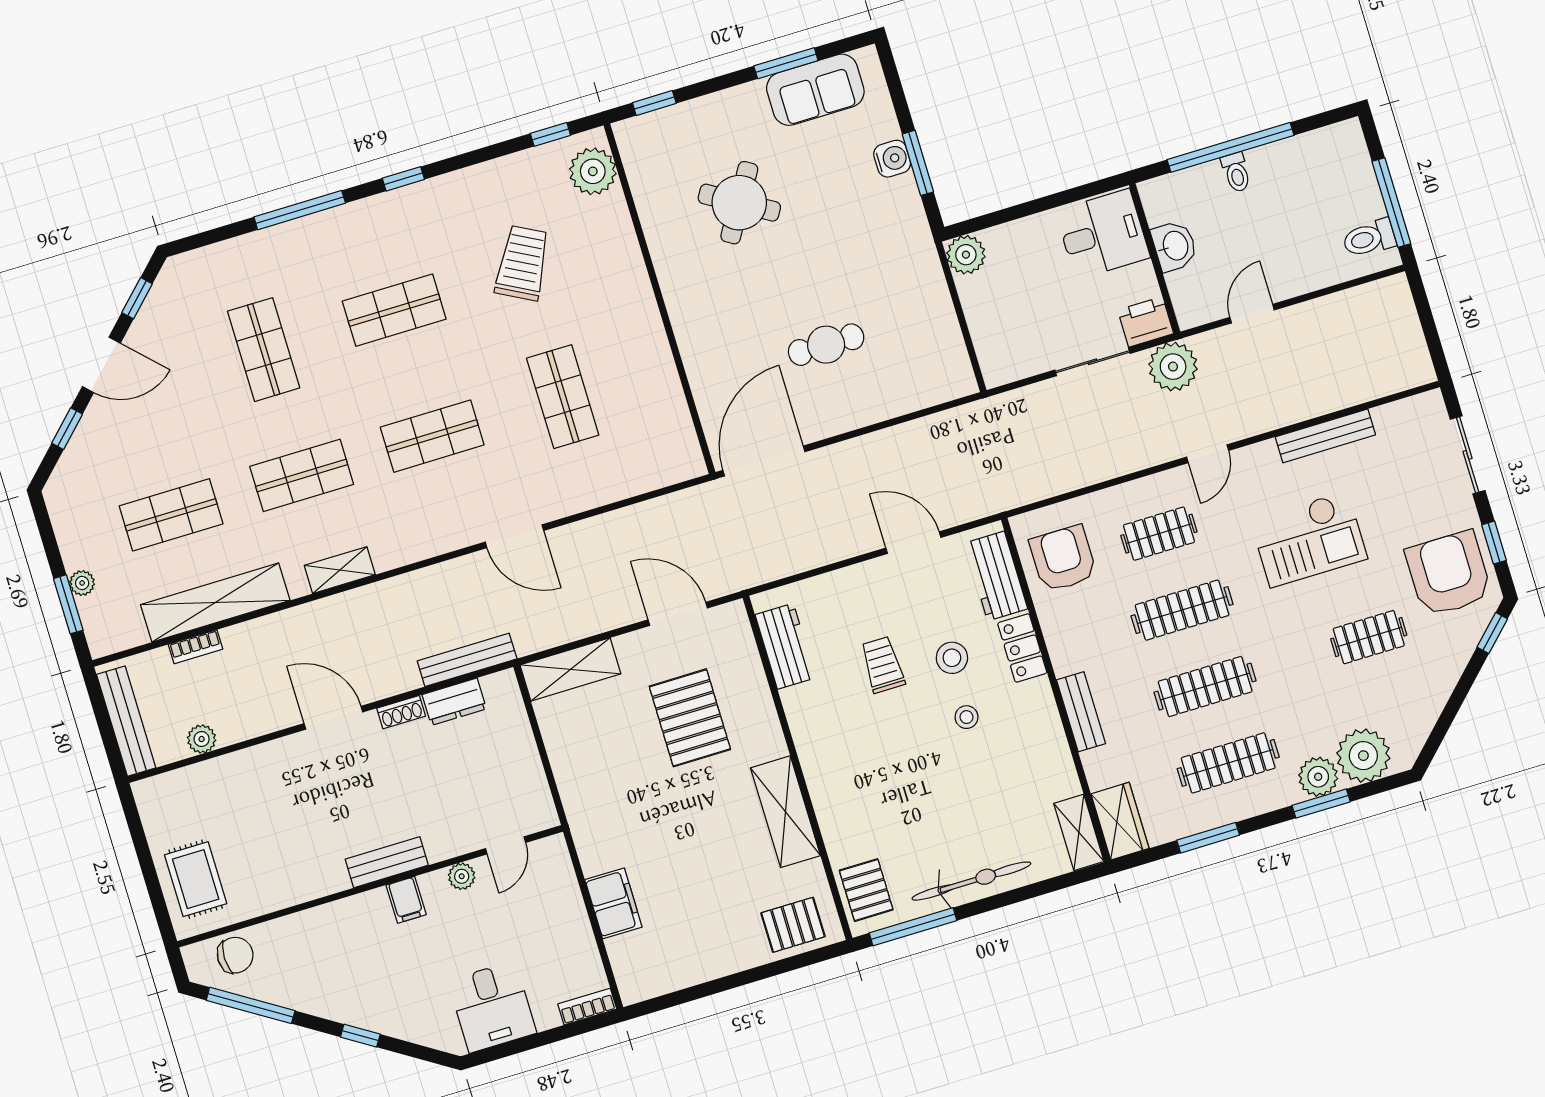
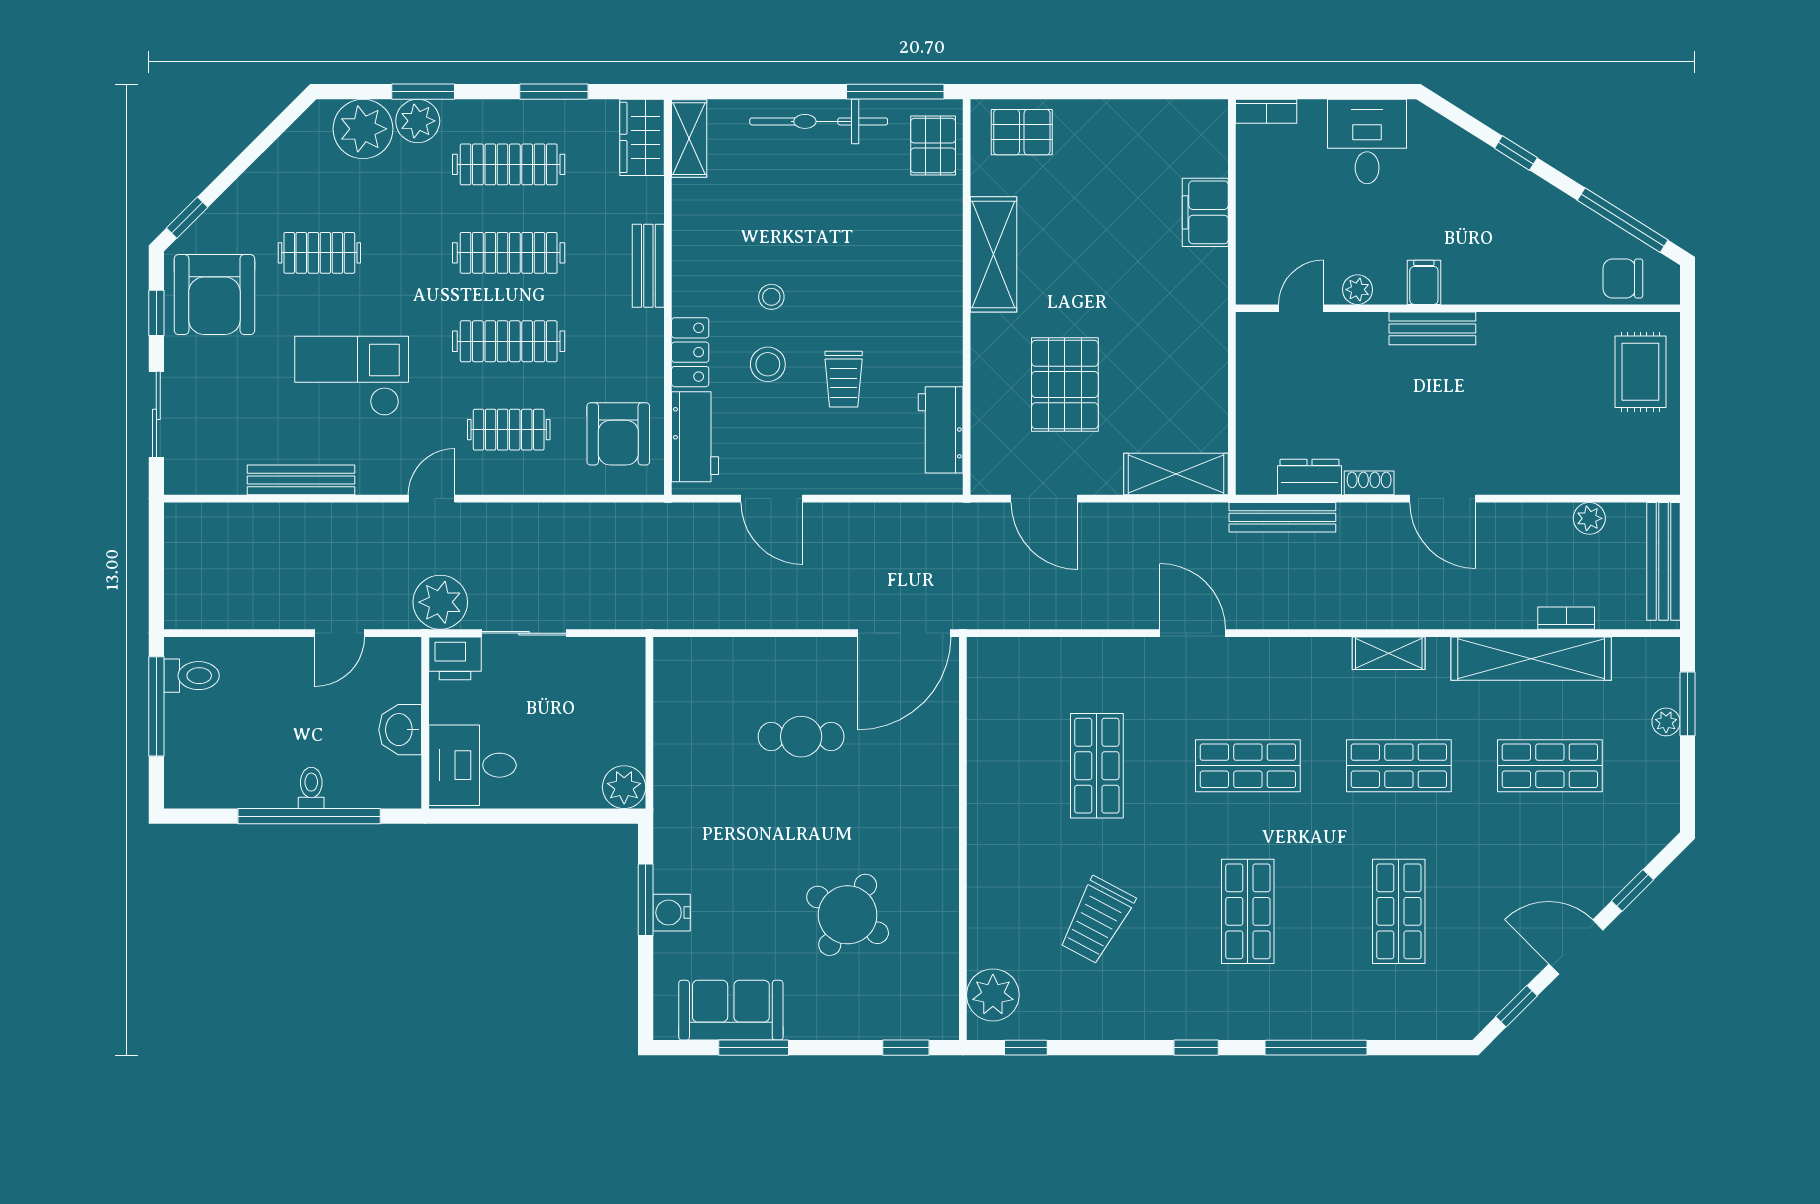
shop shelf: (394, 310) -> (1248, 911), turned 90

